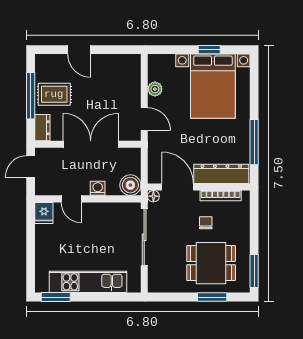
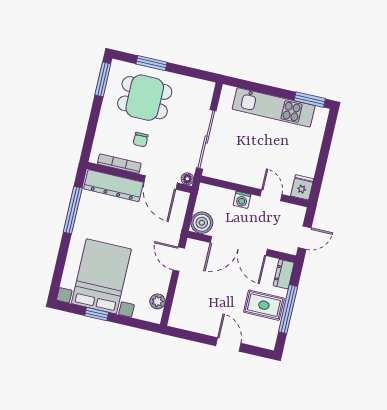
plant: (155, 89) -> (157, 301), moved
boiler: (130, 185) -> (202, 223), moved

